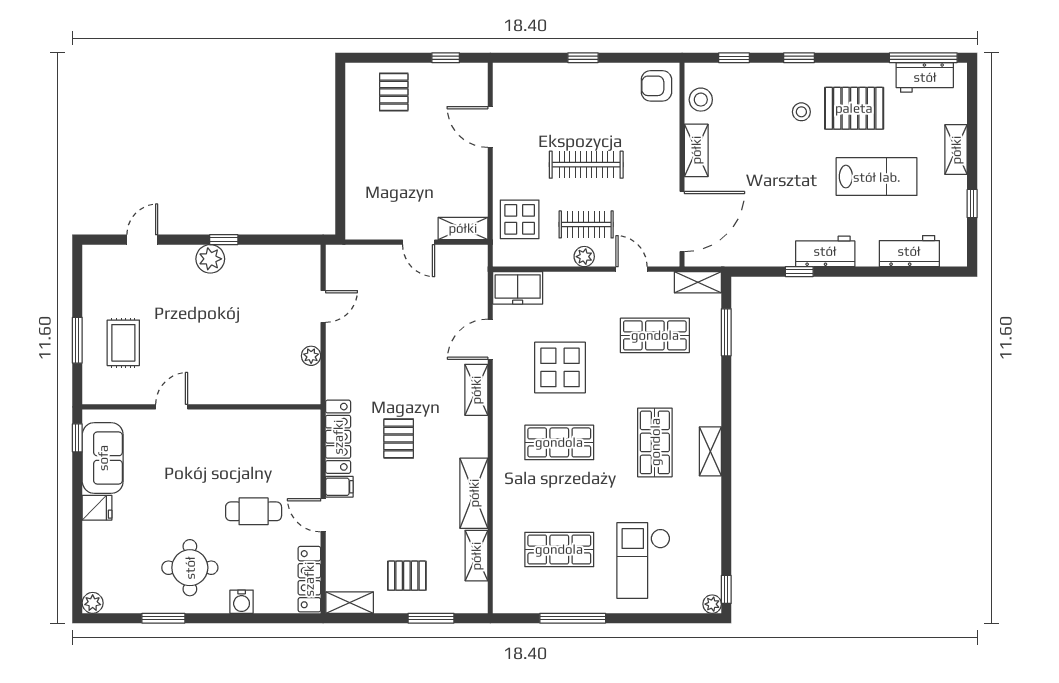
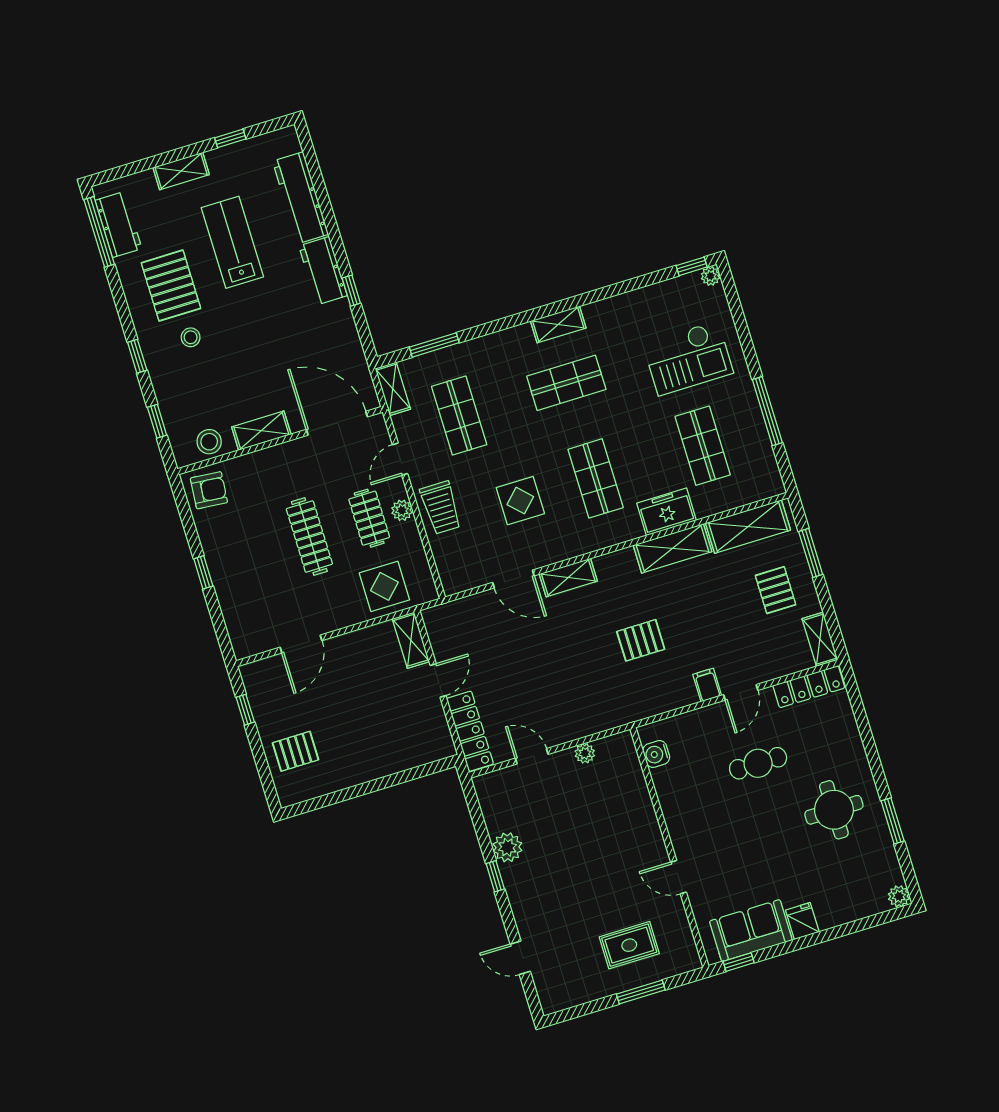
armchair: (656, 86) -> (209, 490), turned -85
workbench: (909, 251) -> (300, 198), width x1.38
plant: (210, 259) -> (507, 847), moved
freezer: (518, 288) -> (666, 512), moved, turned -90
trolley: (576, 293) -> (441, 508), added
display table: (560, 367) -> (520, 501), width x0.73, depth x0.73
locker: (338, 437) -> (470, 731), moved, turned 90
cafe table: (254, 511) -> (758, 763), turned 90
shelving: (476, 556) -> (748, 527), width x1.50, depth x1.33
water cooler: (242, 602) -> (656, 754), moved, turned 180

